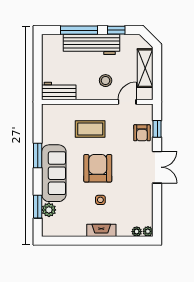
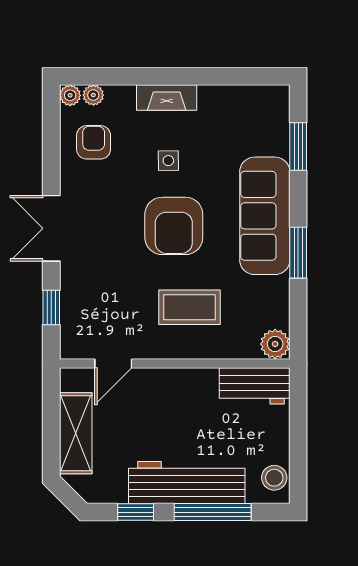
stool: (106, 81) -> (274, 478), moved
armchair: (142, 133) -> (94, 142), moved
plant: (49, 210) -> (275, 344), moved

